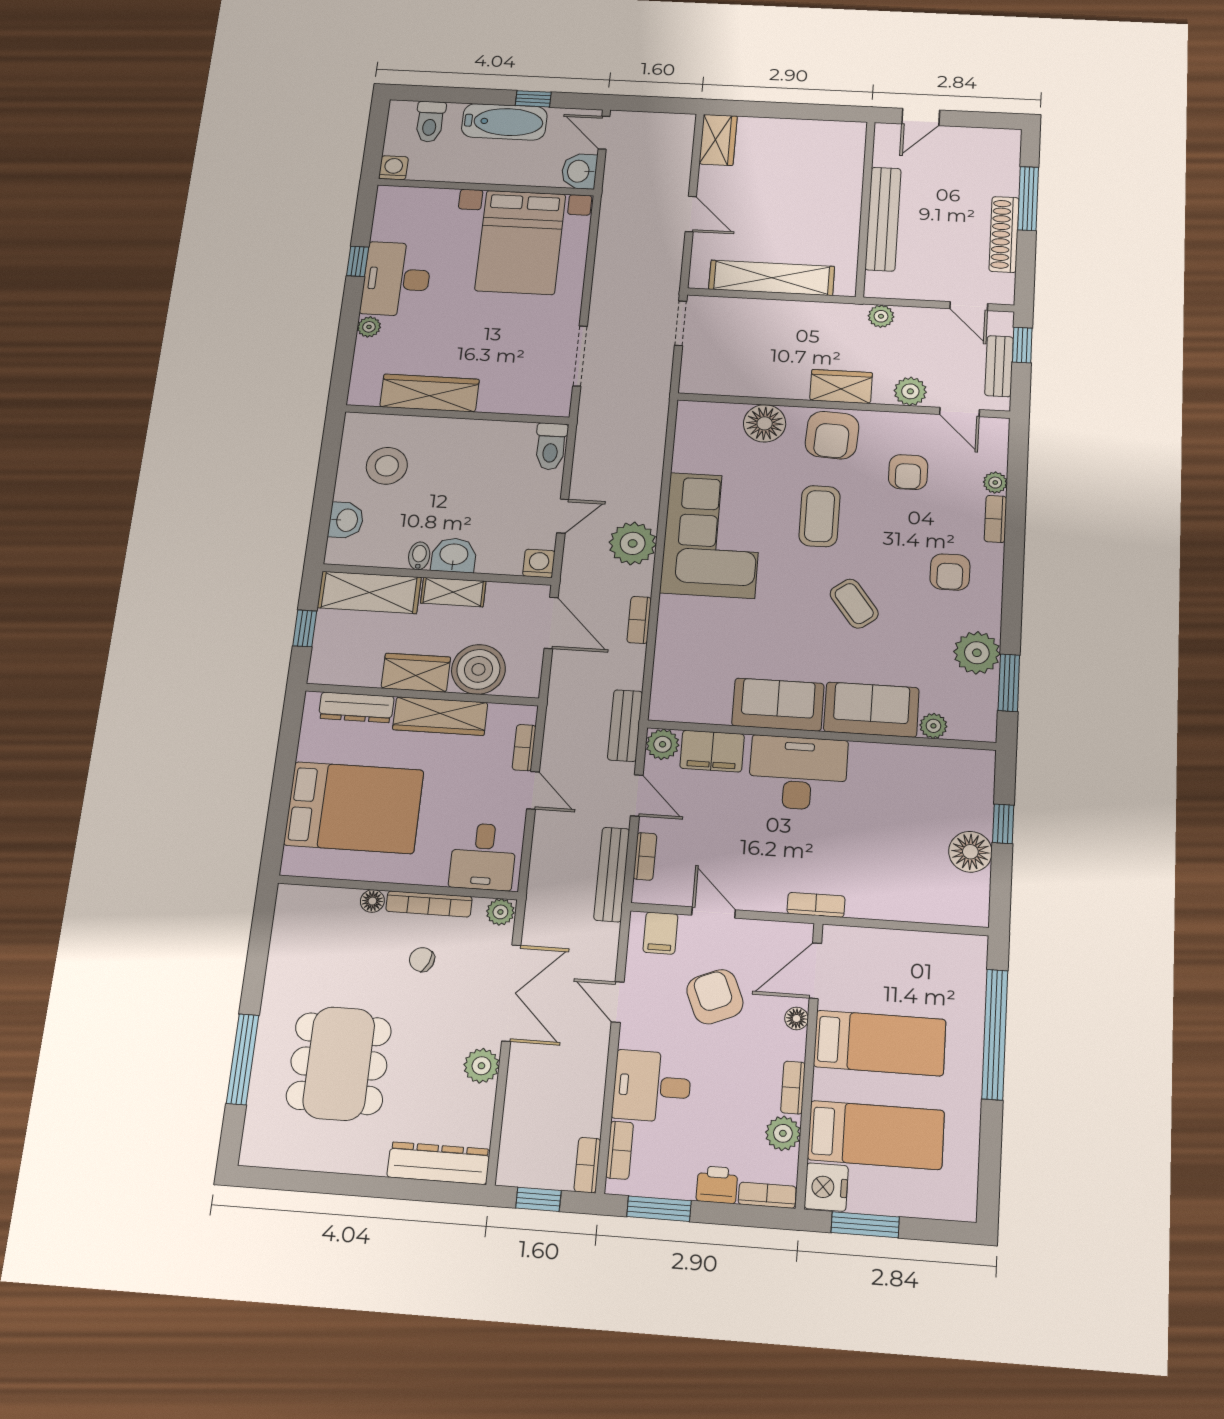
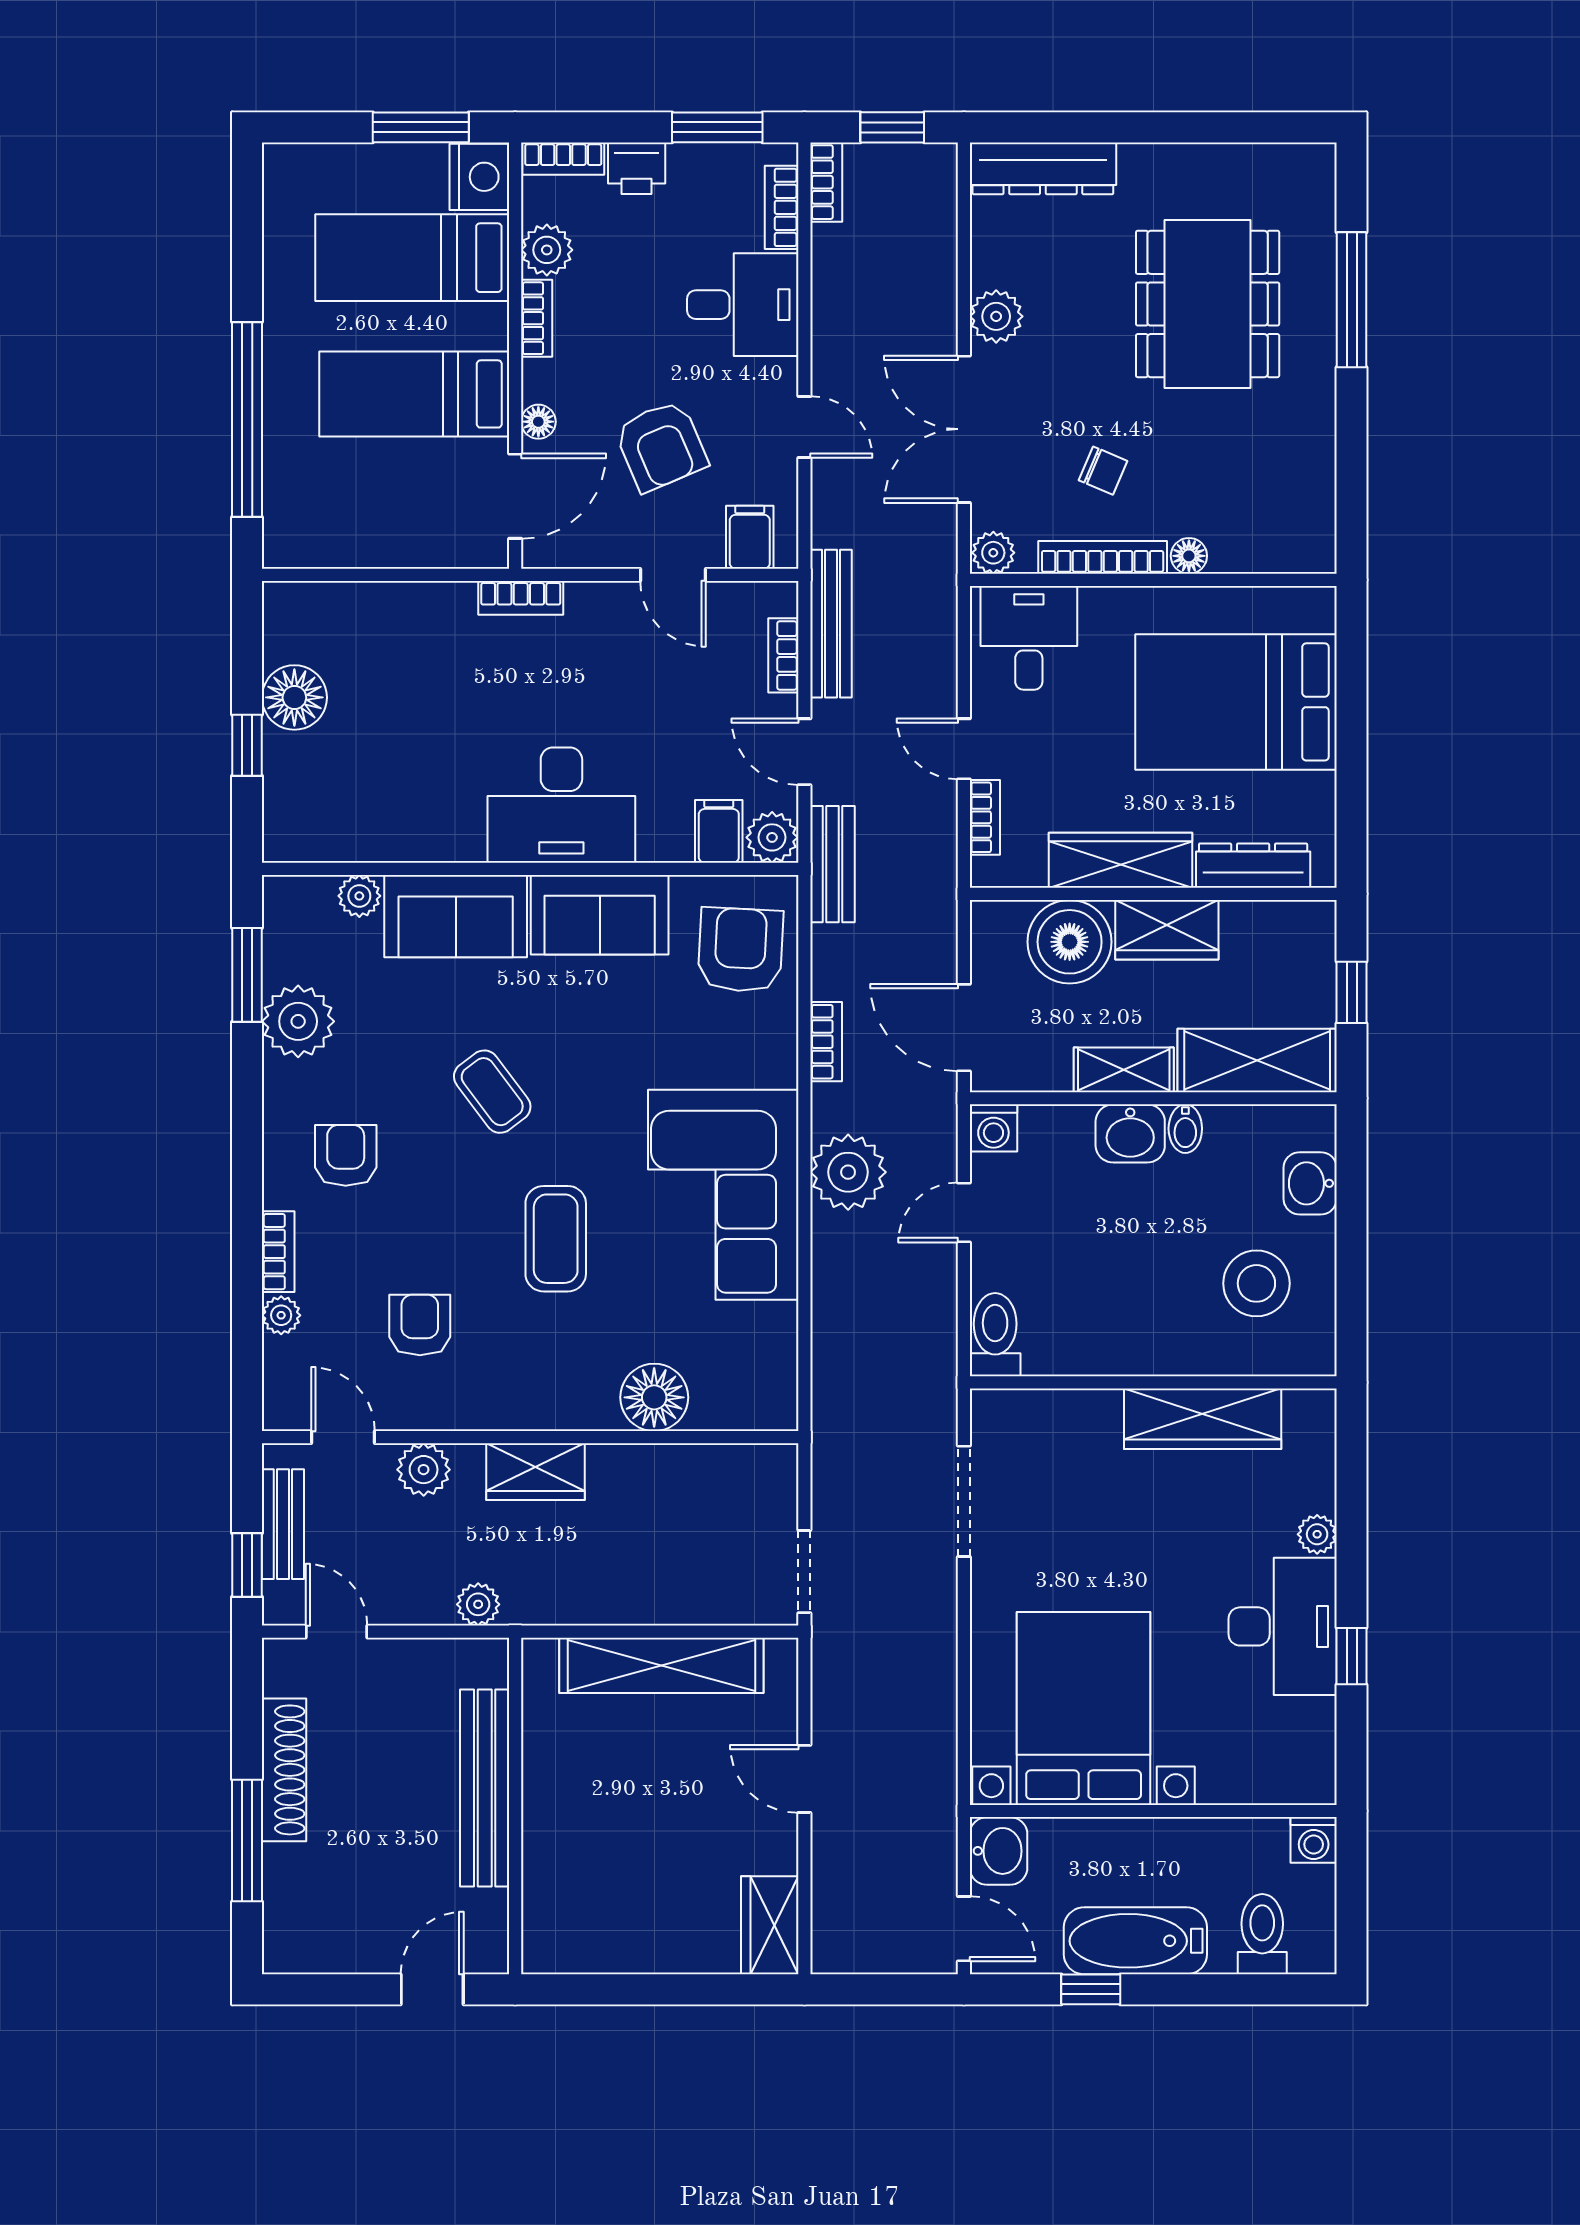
armchair: (832, 435) -> (740, 950), moved
filing cabinet: (712, 751) -> (719, 831), width x0.50

